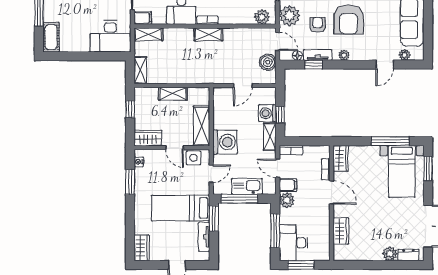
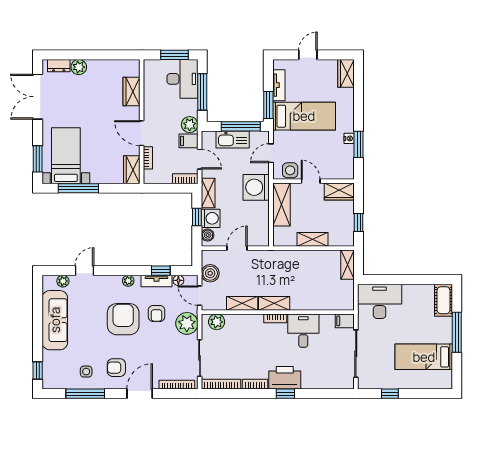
shelving: (149, 34) -> (242, 303), moved
boiler: (270, 98) -> (208, 235), added
nightstand: (139, 162) -> (349, 138), moved

